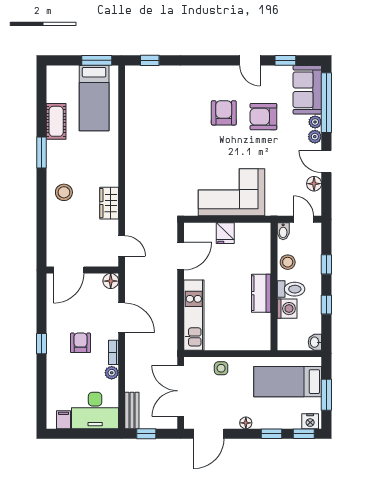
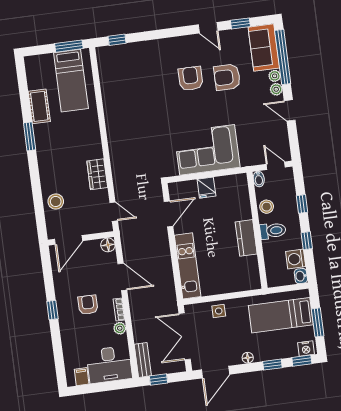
floor lamp: (314, 184) -> (281, 132), removed
stool: (64, 192) -> (56, 201), moved
washing machine: (287, 309) -> (296, 259), moved, turned 180

